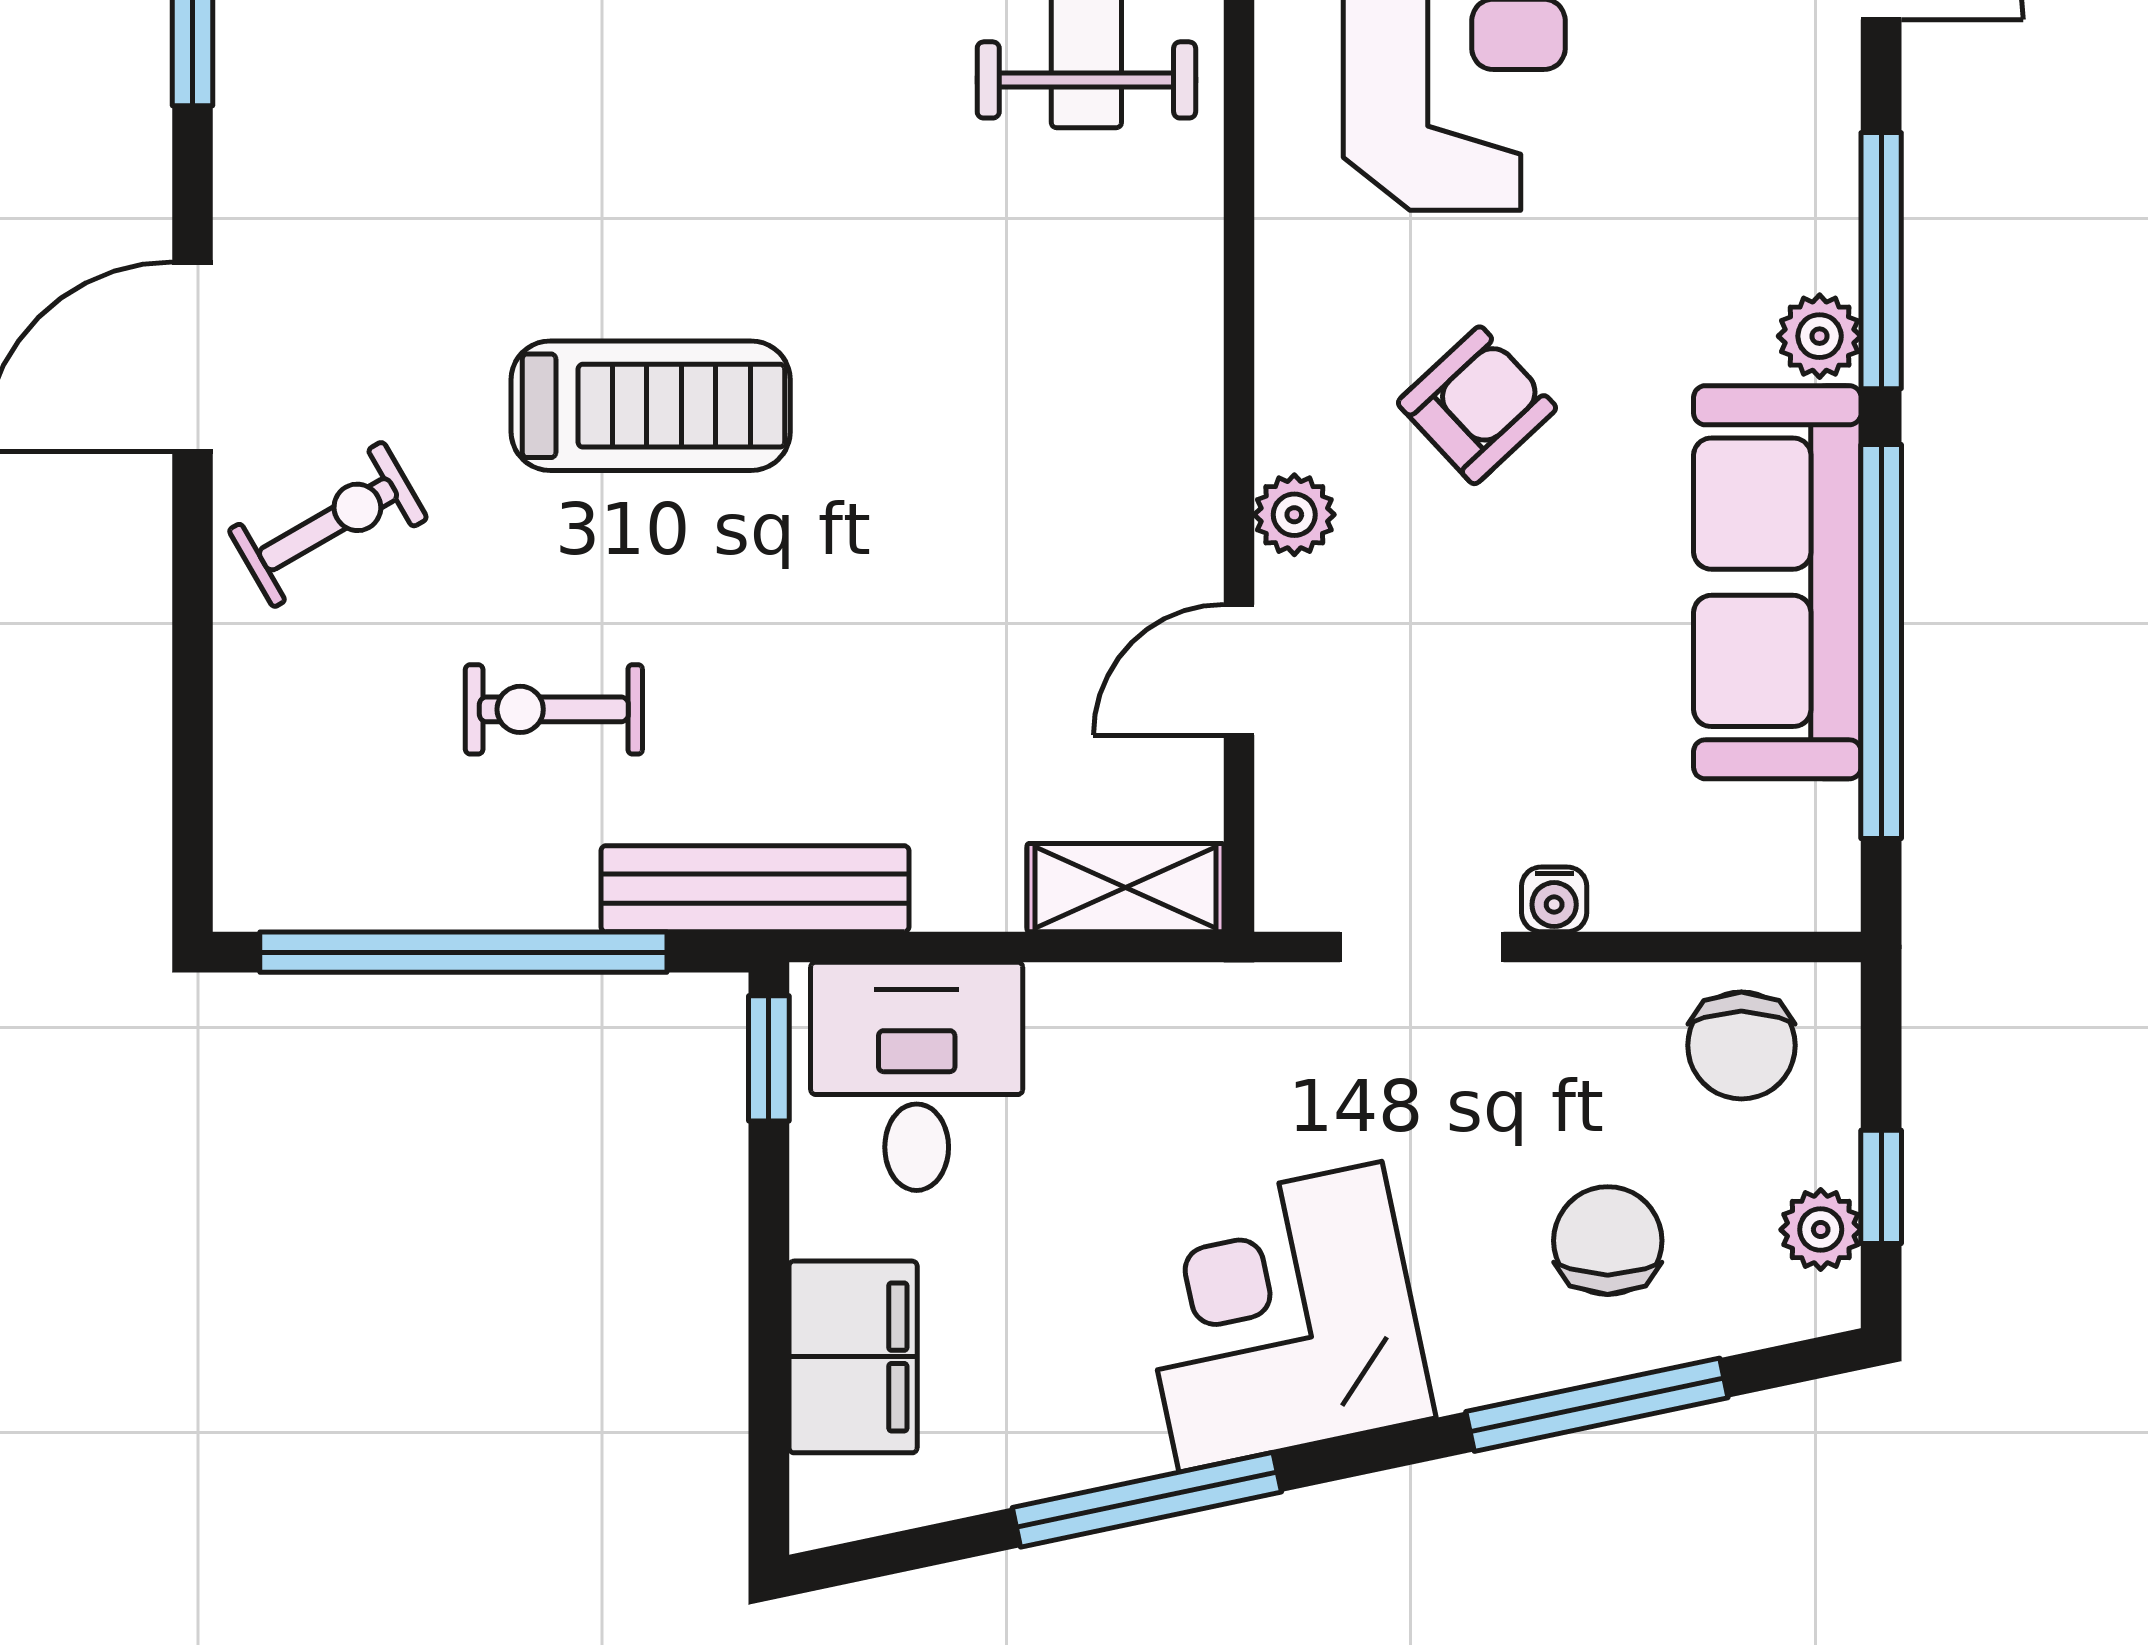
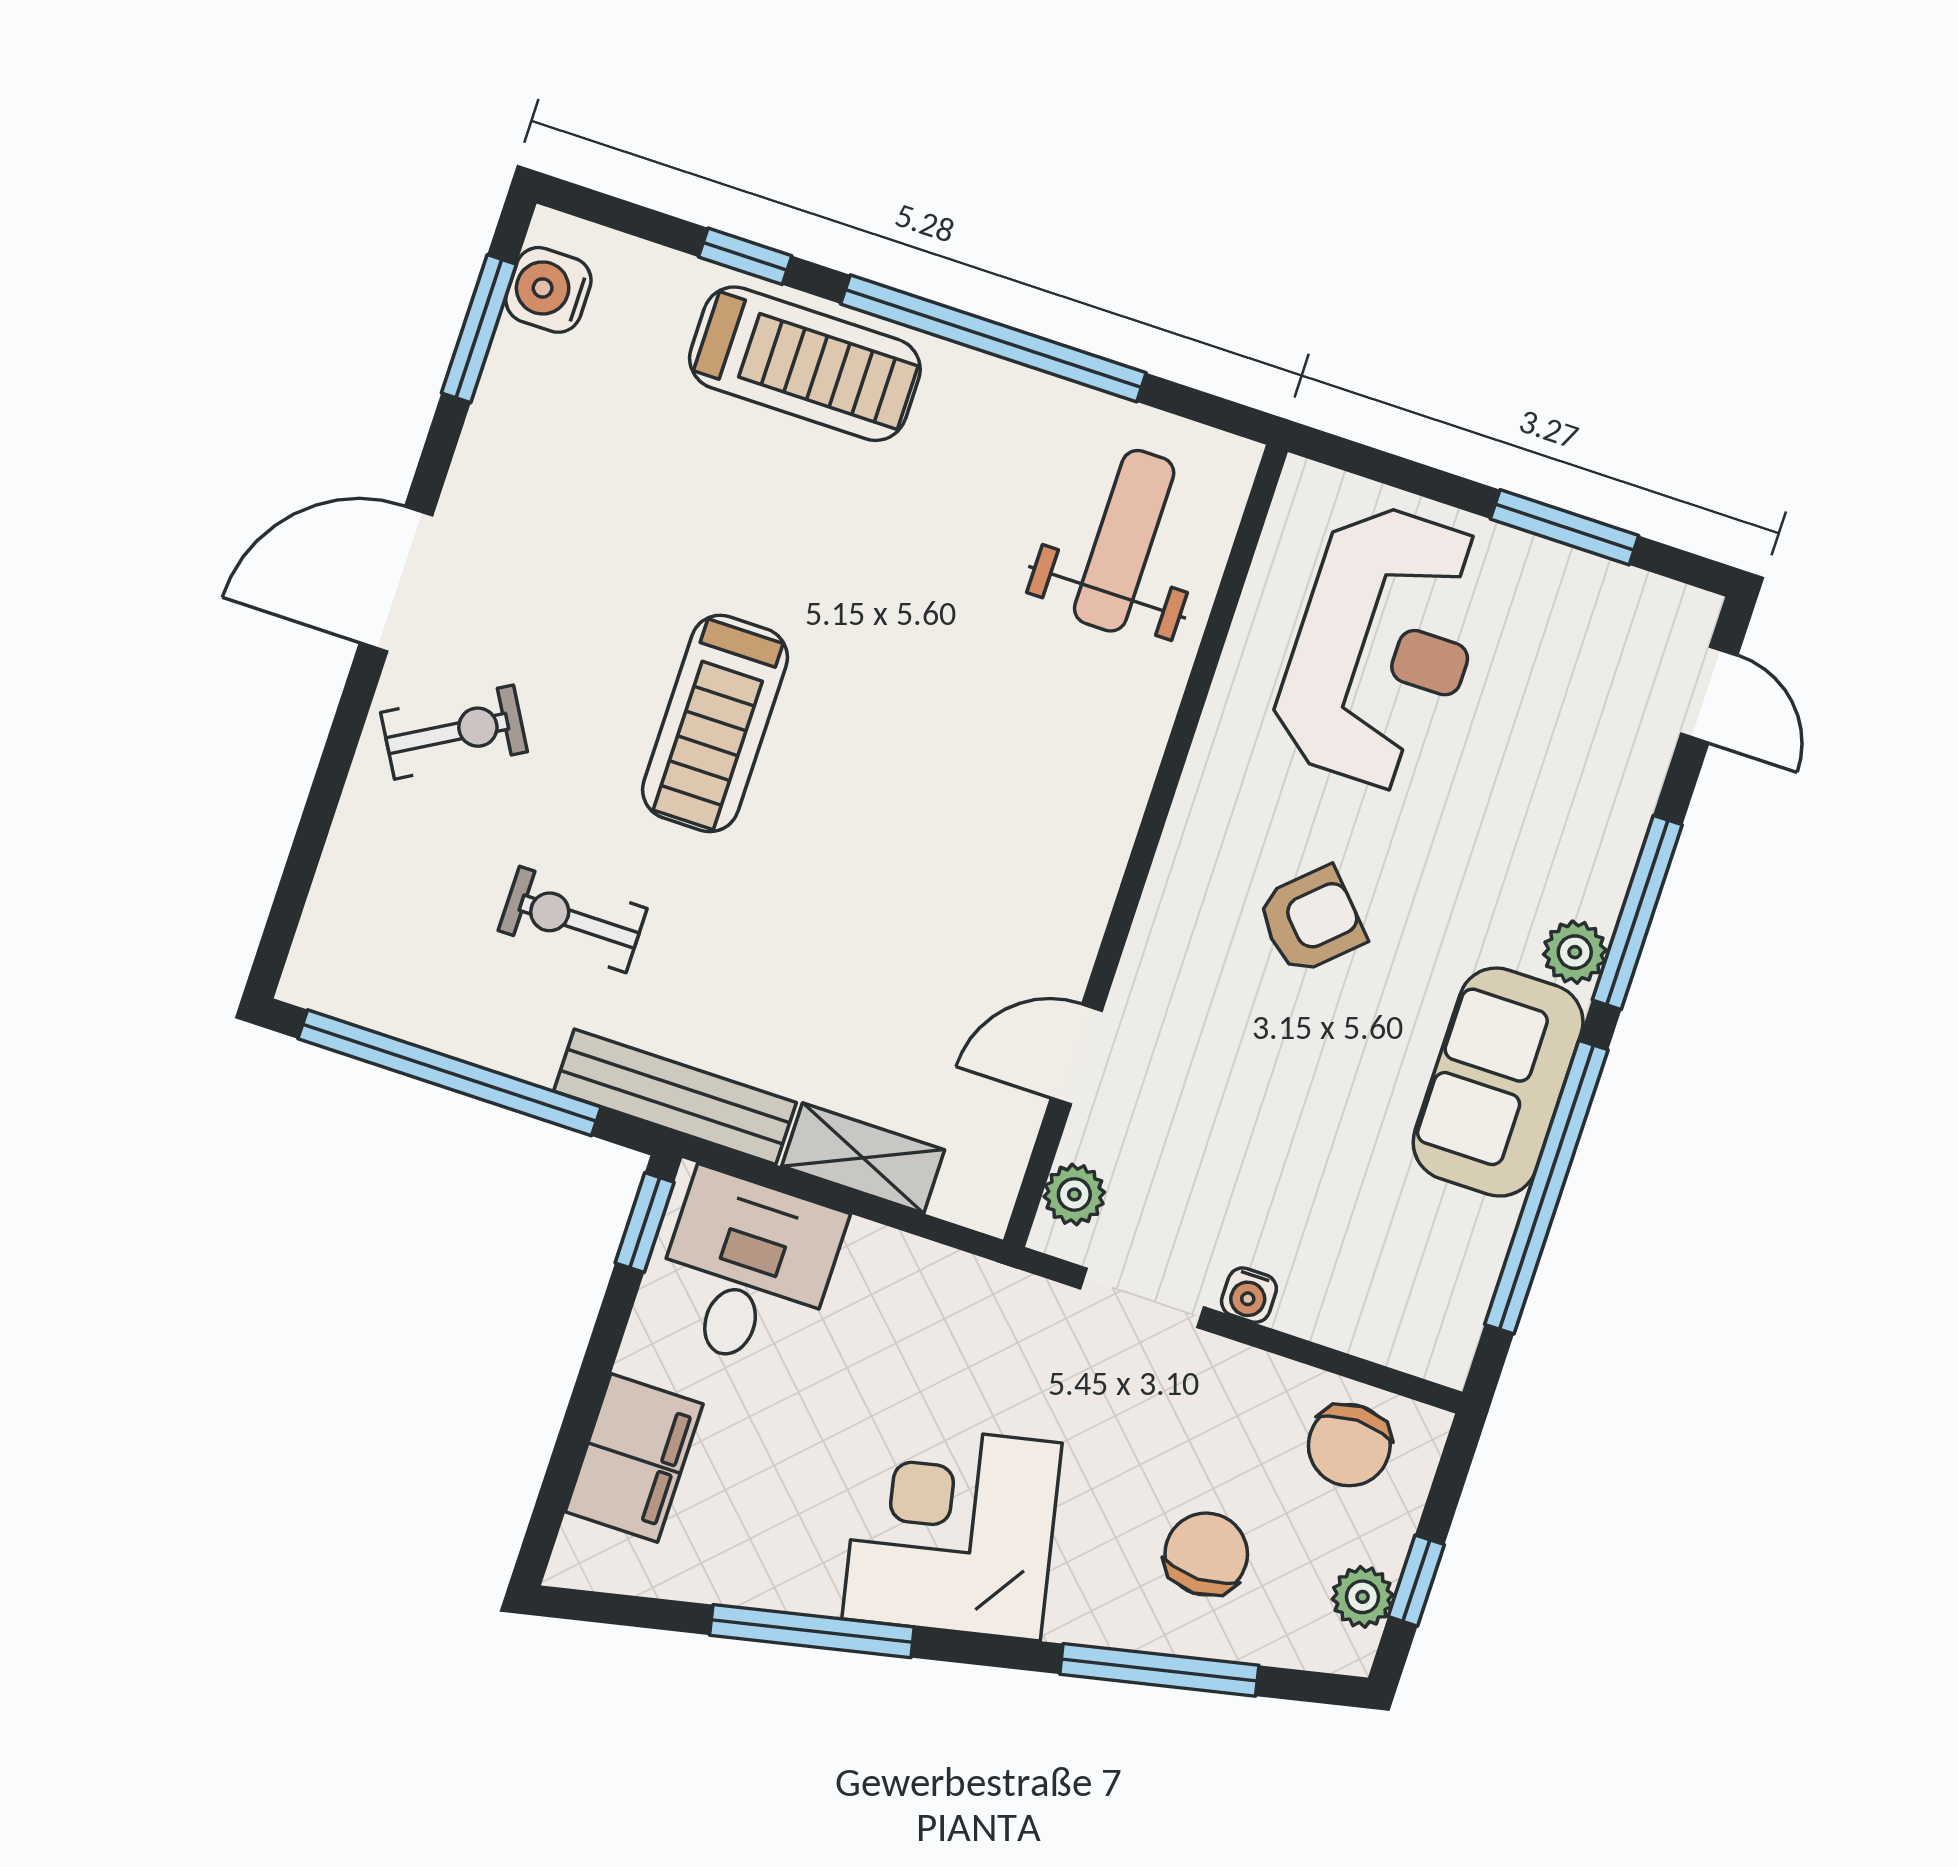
treadmill: (651, 406) -> (715, 723), turned 90
plant: (1294, 515) -> (1074, 1194), moved
sofa: (1777, 582) -> (1498, 1082), width x0.73
shelving: (1126, 888) -> (863, 1158), moved

